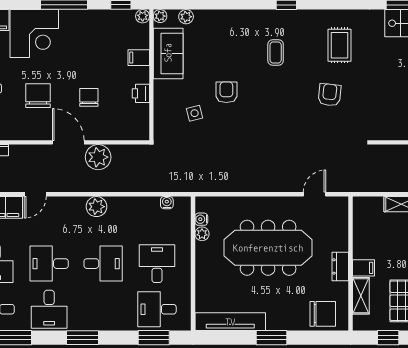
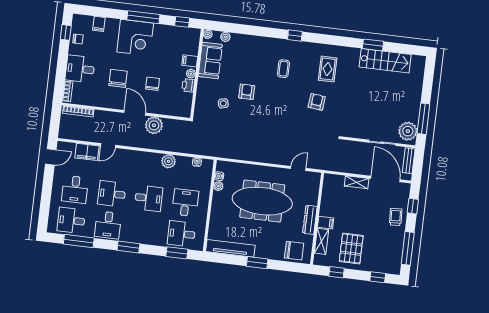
plant: (143, 16) -> (191, 74), moved
corner desk: (34, 34) -> (135, 38), moved
plant: (96, 207) -> (168, 161), moved
dresser: (340, 266) -> (310, 220), width x1.44

